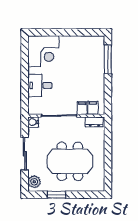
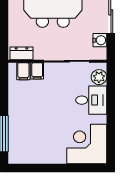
plant: (34, 103) -> (99, 77), added
water cooler: (33, 122) -> (100, 40), moved

